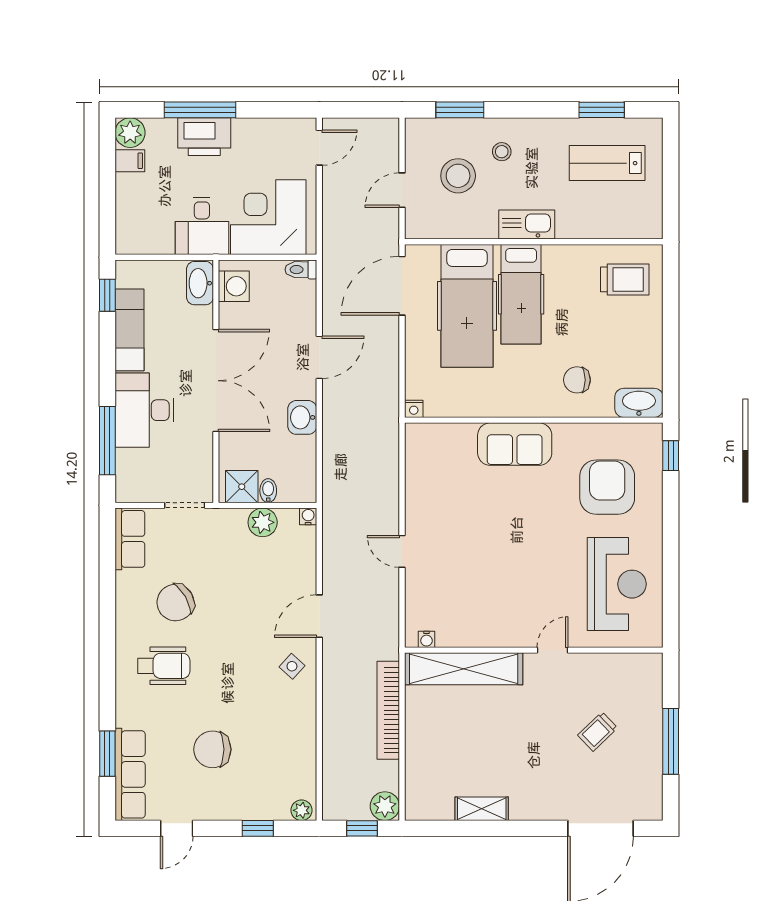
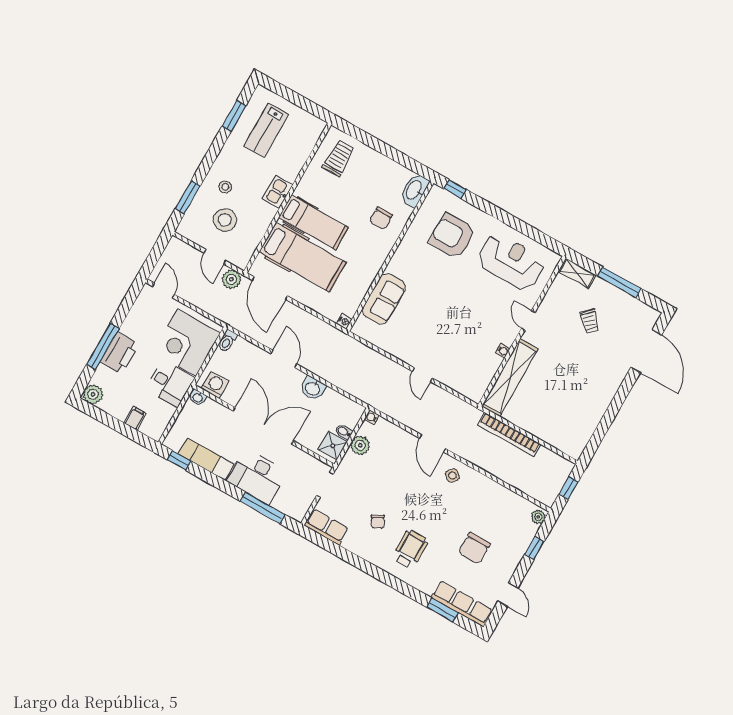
filing cabinet: (130, 161) -> (135, 418), moved
kitchen sink: (527, 224) -> (278, 192), width x0.73
washbasin: (200, 283) -> (198, 397), width x0.52, depth x0.69
sofa: (515, 444) -> (384, 299), moved
door: (402, 551) -> (422, 375), hinge flipped
chair: (176, 603) -> (378, 522), width x0.54, depth x0.54
water cooler: (426, 639) -> (503, 351), moved
plant: (385, 806) -> (231, 279), moved
shelving: (482, 809) -> (577, 273), moved, turned 90

